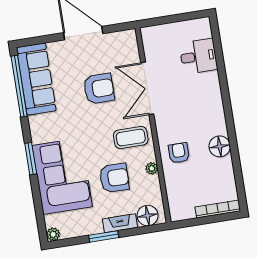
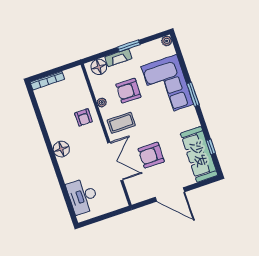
desk: (198, 56) -> (83, 196), width x1.37
window: (19, 86) -> (211, 147), width x0.32
floor lamp: (220, 146) -> (61, 149), moved

